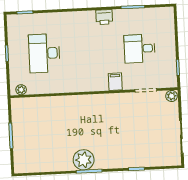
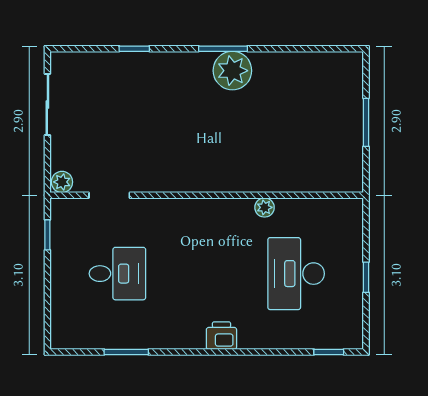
printer: (104, 17) -> (221, 336), moved
desk: (44, 53) -> (296, 274), turned 180
filing cabinet: (115, 82) -> (166, 214), removed
plant: (21, 90) -> (265, 207), moved

